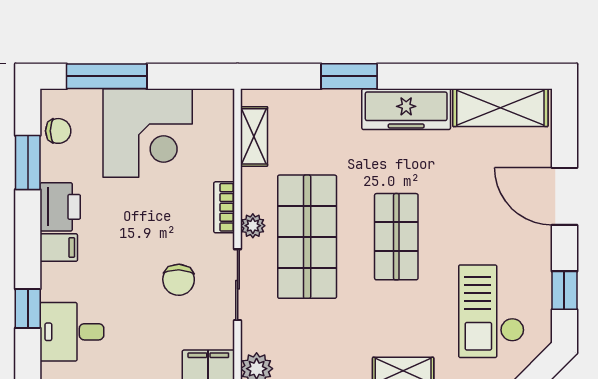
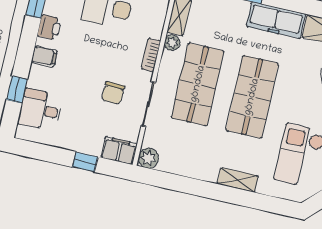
printer: (60, 207) -> (49, 27), width x0.73, depth x0.81
plant: (253, 226) -> (172, 43), moved
shop shelf: (396, 237) -> (252, 97), width x1.43, depth x1.36

